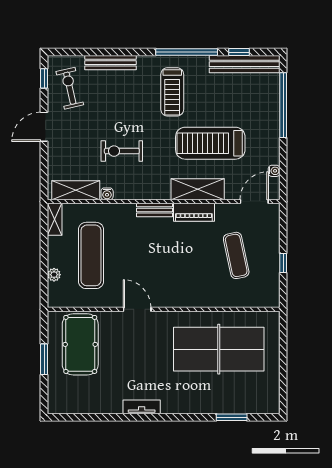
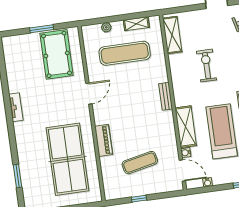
water cooler: (107, 194) -> (186, 153), moved
piano: (194, 212) -> (104, 140), moved, turned 180
shelving: (55, 219) -> (136, 24), moved
pool table: (80, 344) -> (57, 54), turned 90

